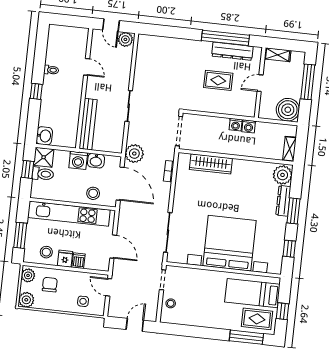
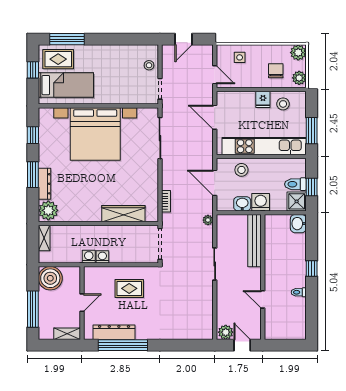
rug: (218, 80) -> (129, 288), moved
plant: (134, 154) -> (208, 220), width x0.53, depth x0.53
door: (120, 184) -> (215, 183), width x0.73
window: (20, 235) -> (312, 131), moved
dishwasher: (79, 261) -> (249, 99), removed
chair: (50, 285) -> (276, 71), turned 180

